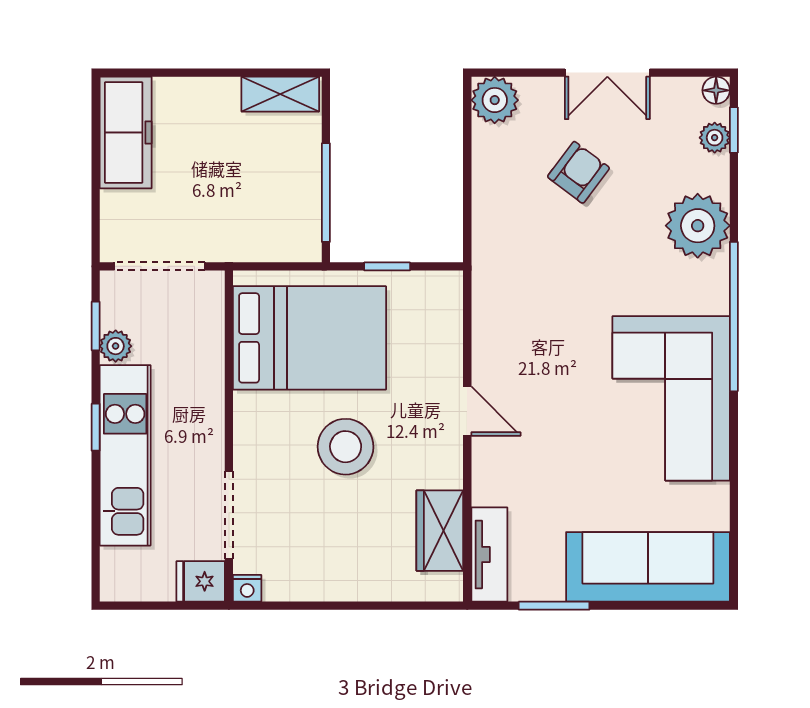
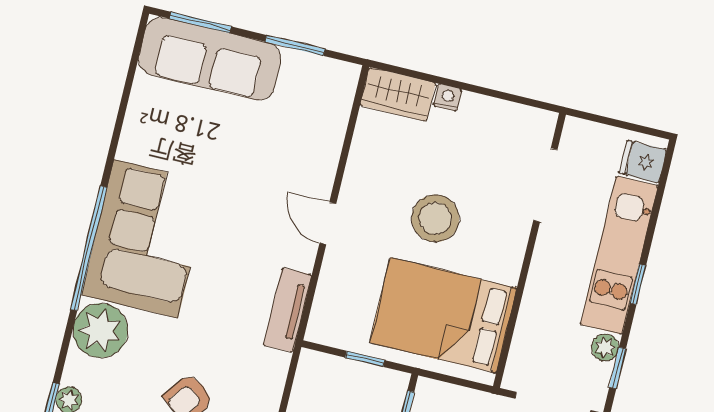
corner sofa: (671, 398) -> (146, 239), moved
wardrobe: (440, 531) -> (398, 94), moved, turned 90
tv unit: (489, 555) -> (288, 310), moved
fridge: (201, 581) -> (643, 162), moved, turned 180
nightstand: (247, 588) -> (447, 98), moved
window: (669, 606) -> (200, 22), added

